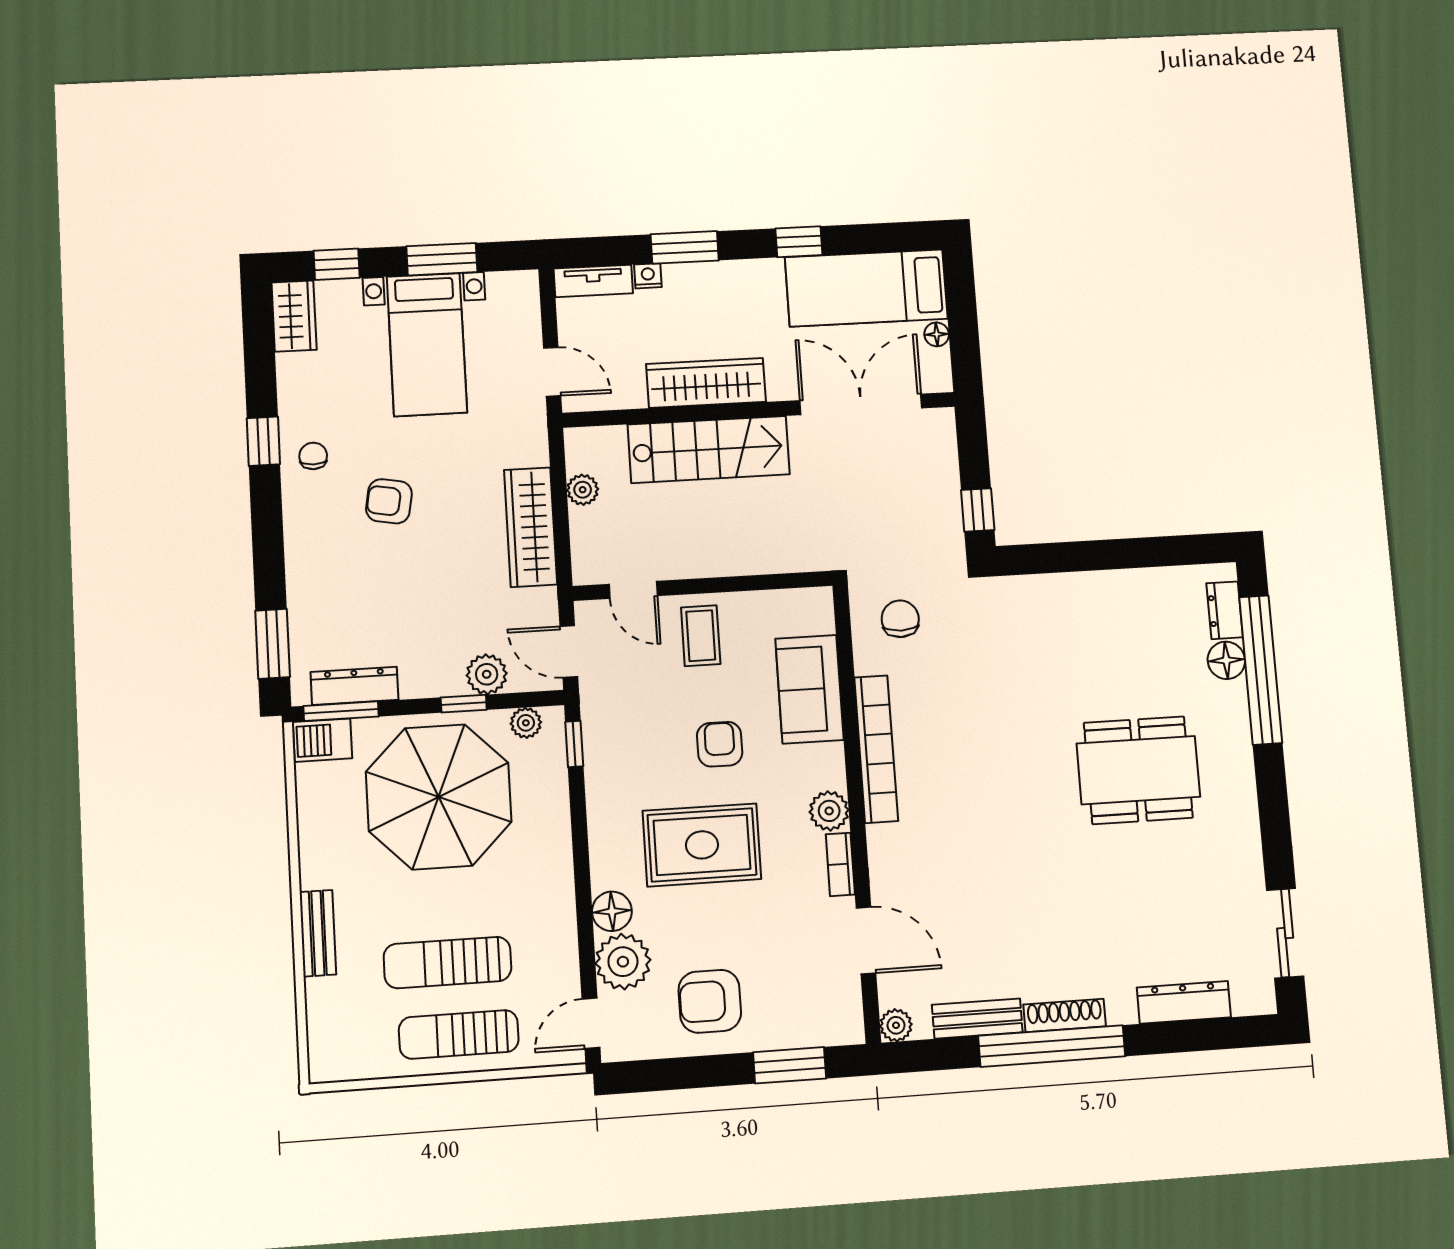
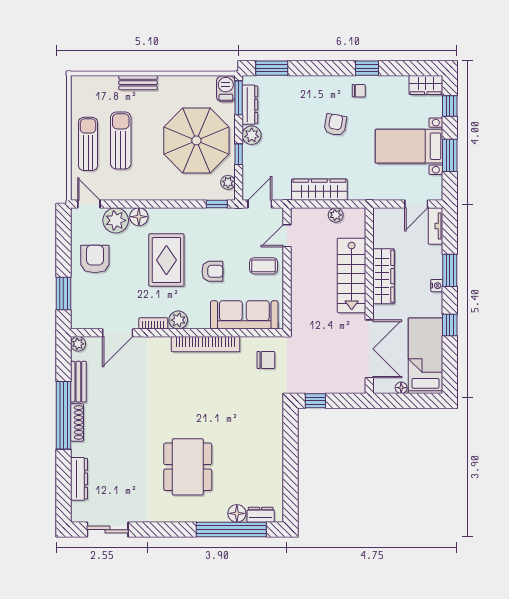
nightstand: (648, 276) -> (437, 286), moved
door: (552, 372) -> (416, 204), moved
plant: (487, 674) -> (252, 135), moved
sofa: (809, 689) -> (244, 315), width x1.36

